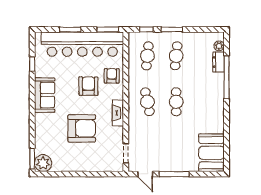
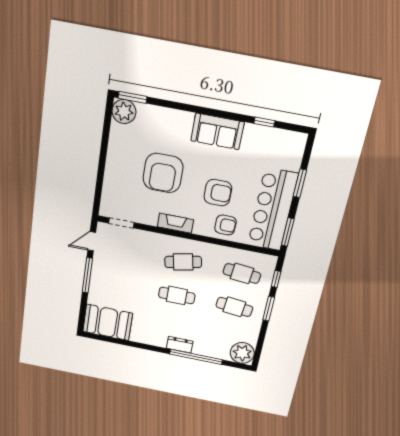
bar counter: (82, 44) -> (273, 210), width x0.73
plant: (219, 46) -> (242, 353), width x1.88, depth x1.88
dresser: (219, 62) -> (180, 345), moved

